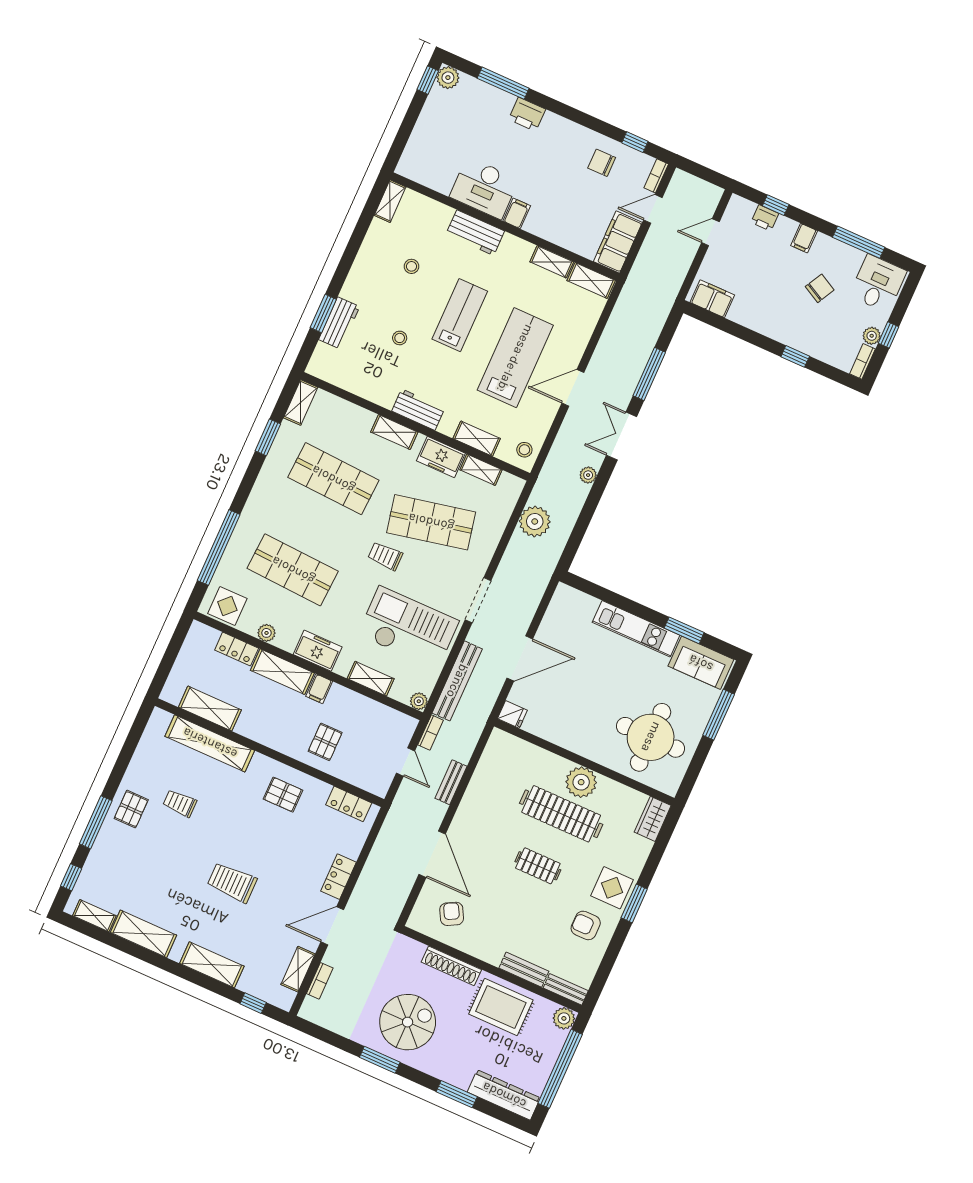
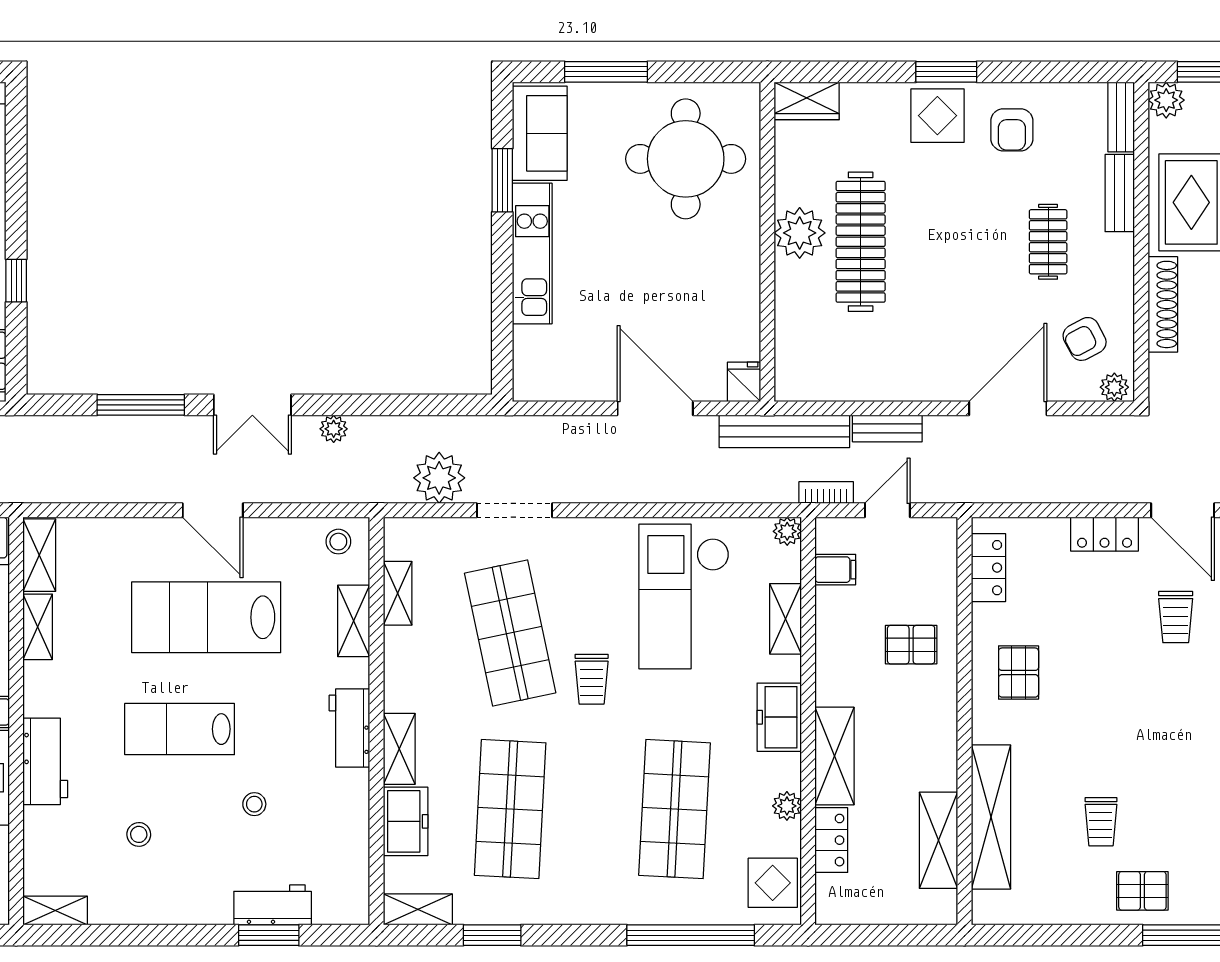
window: (795, 356) -> (16, 281), moved
freezer: (441, 457) -> (406, 821), moved
doorway: (478, 600) -> (514, 510), moved
bench: (457, 681) -> (784, 431), moved
filing cabinet: (319, 689) -> (835, 570), moved
clothes rail: (538, 866) -> (1048, 242), moved
trolley: (232, 882) -> (1176, 617), moved, width x0.73, depth x0.72
plant: (417, 918) -> (1114, 387), added

